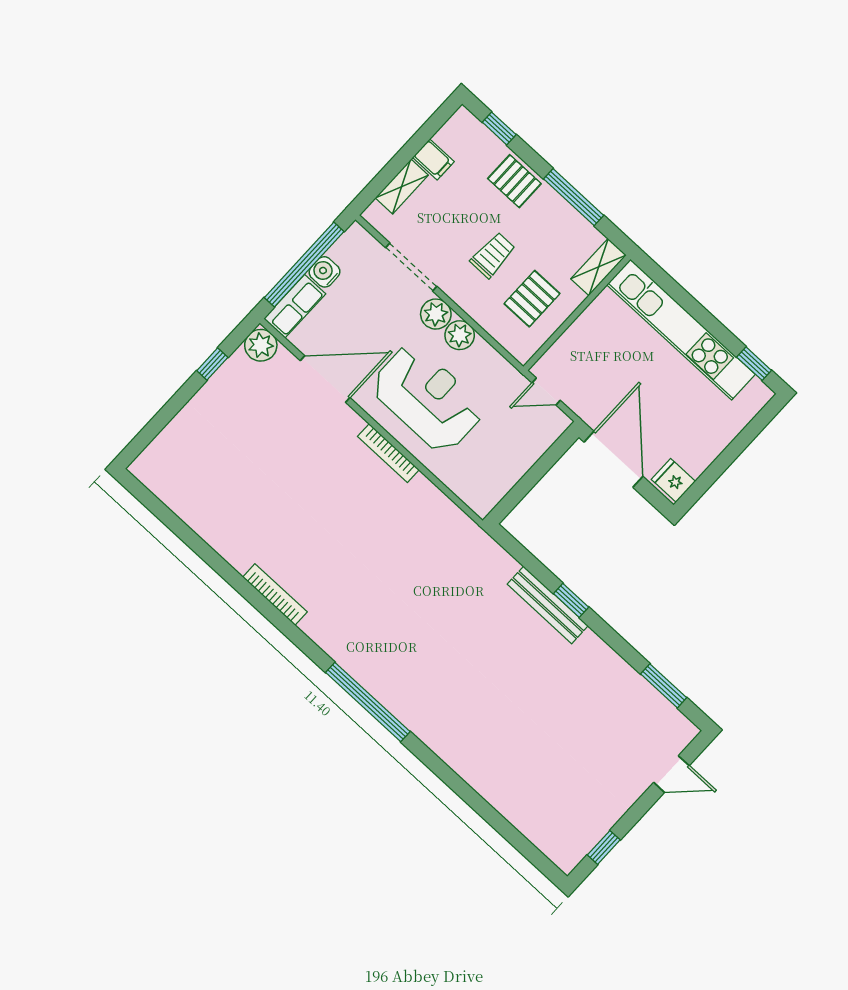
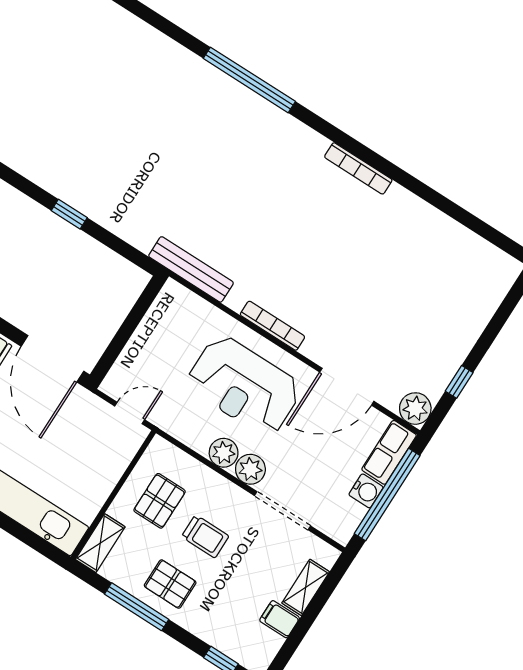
pallet: (514, 181) -> (170, 584), moved
trolley: (493, 255) -> (205, 536), turned -90
bench: (548, 605) -> (191, 269), moved

